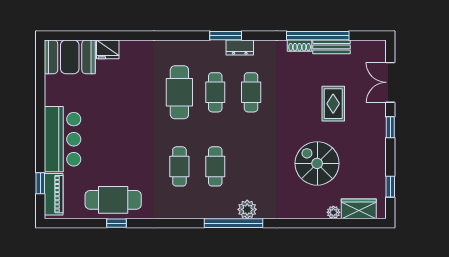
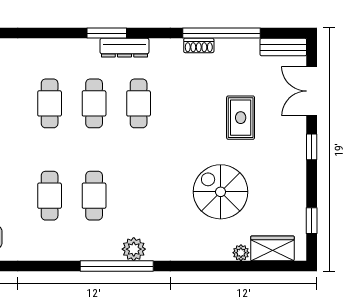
dresser: (240, 47) -> (124, 48), width x1.44
bench: (332, 47) -> (283, 47), moved
cafe table: (179, 92) -> (50, 103), width x0.73, depth x0.74

